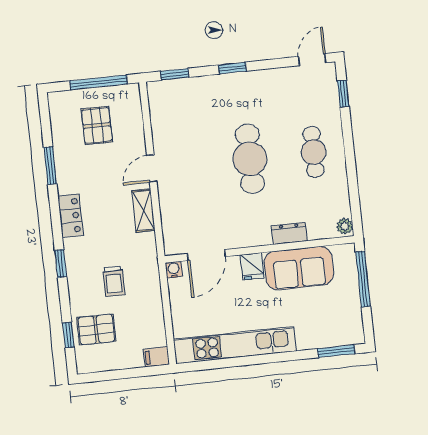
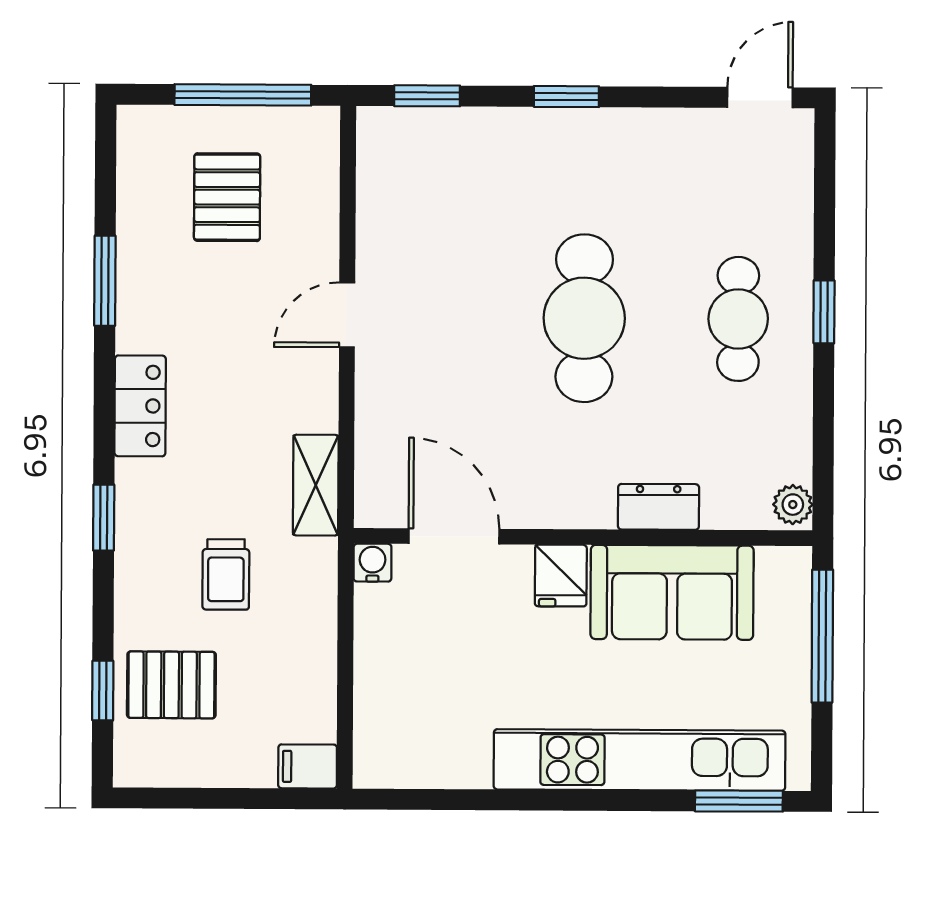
window: (343, 94) -> (824, 312), moved
shelving: (144, 211) -> (316, 485), moved
door: (206, 255) -> (454, 536), swing flipped
kitchen unit: (235, 345) -> (640, 760), moved

